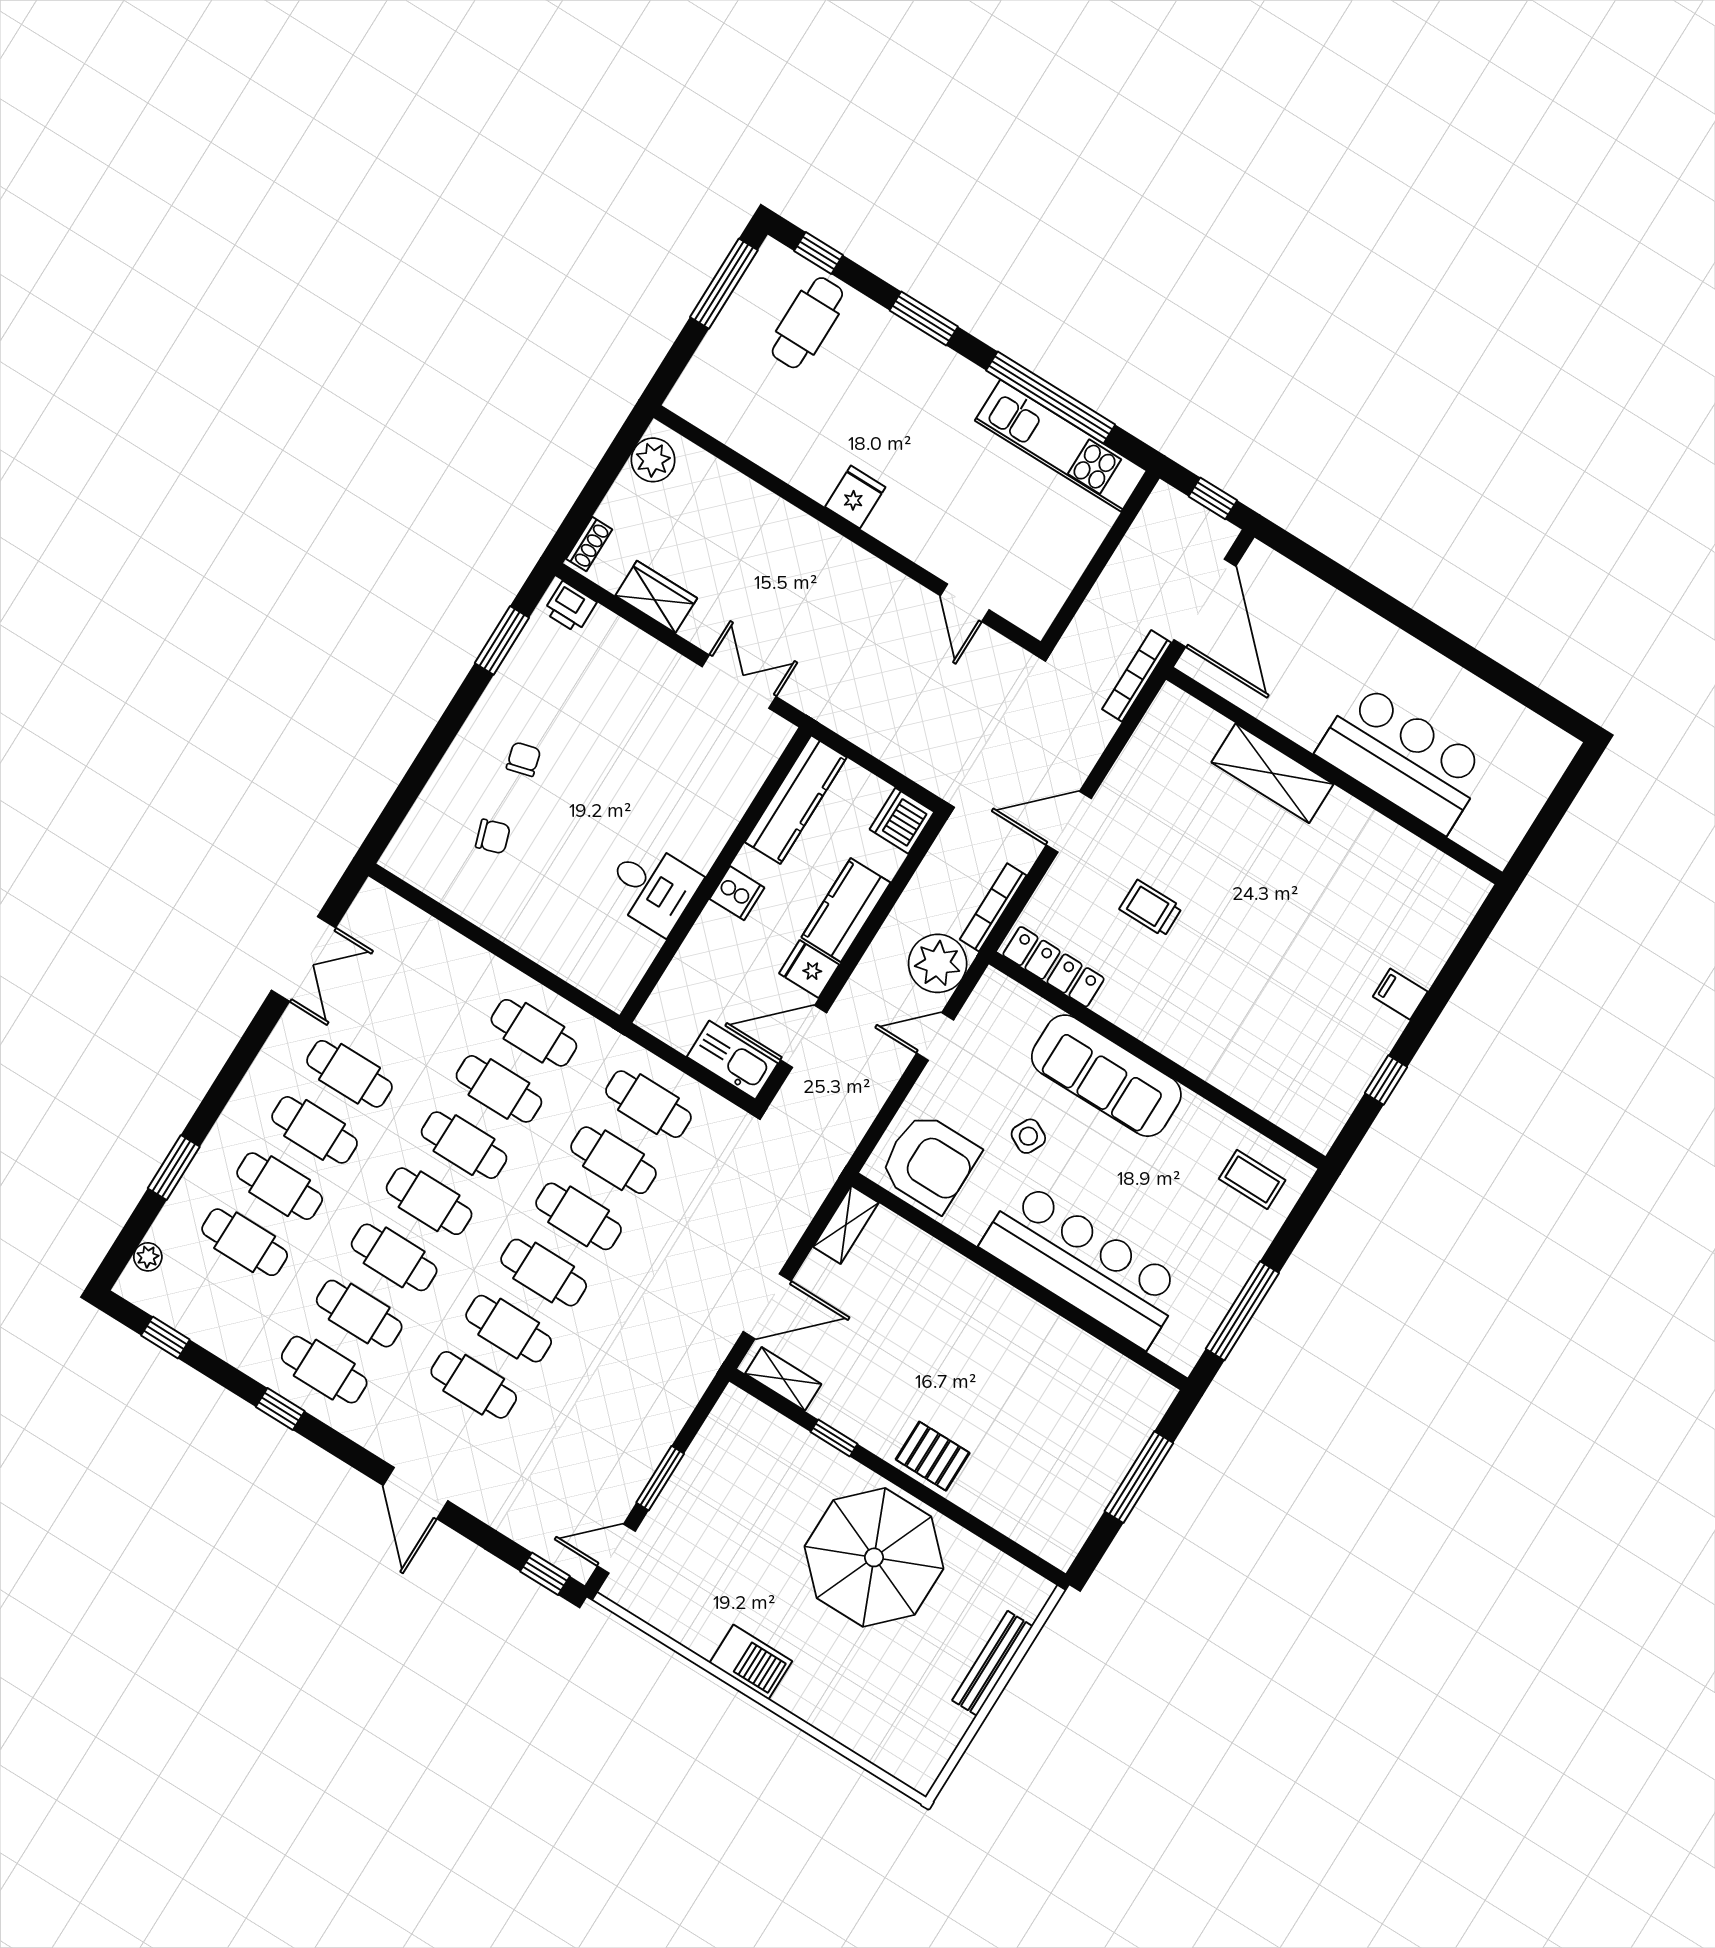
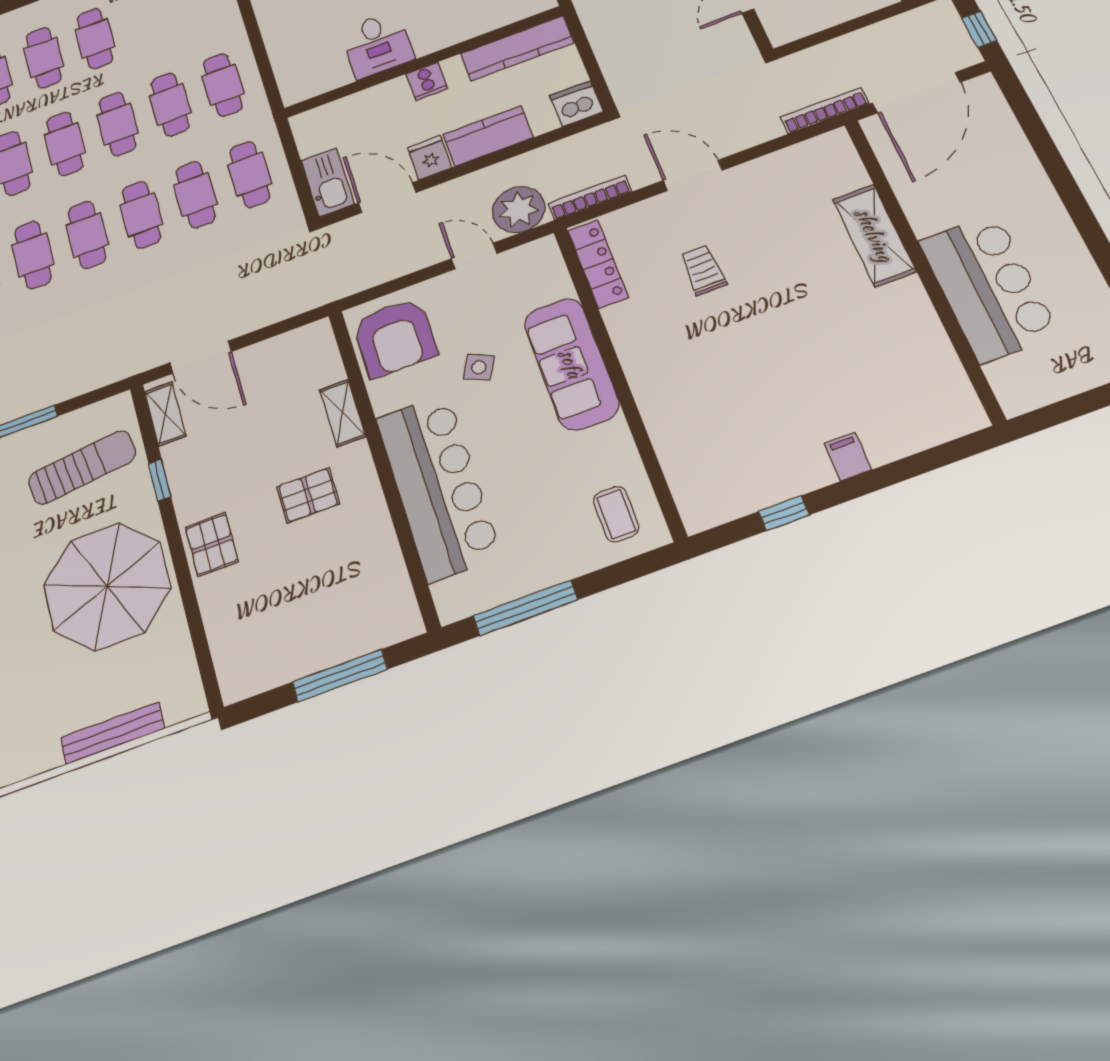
shelving: (846, 1225) -> (343, 413), moved, turned 90
pallet: (978, 1354) -> (308, 495), added
sun lounger: (752, 1479) -> (82, 467), added

